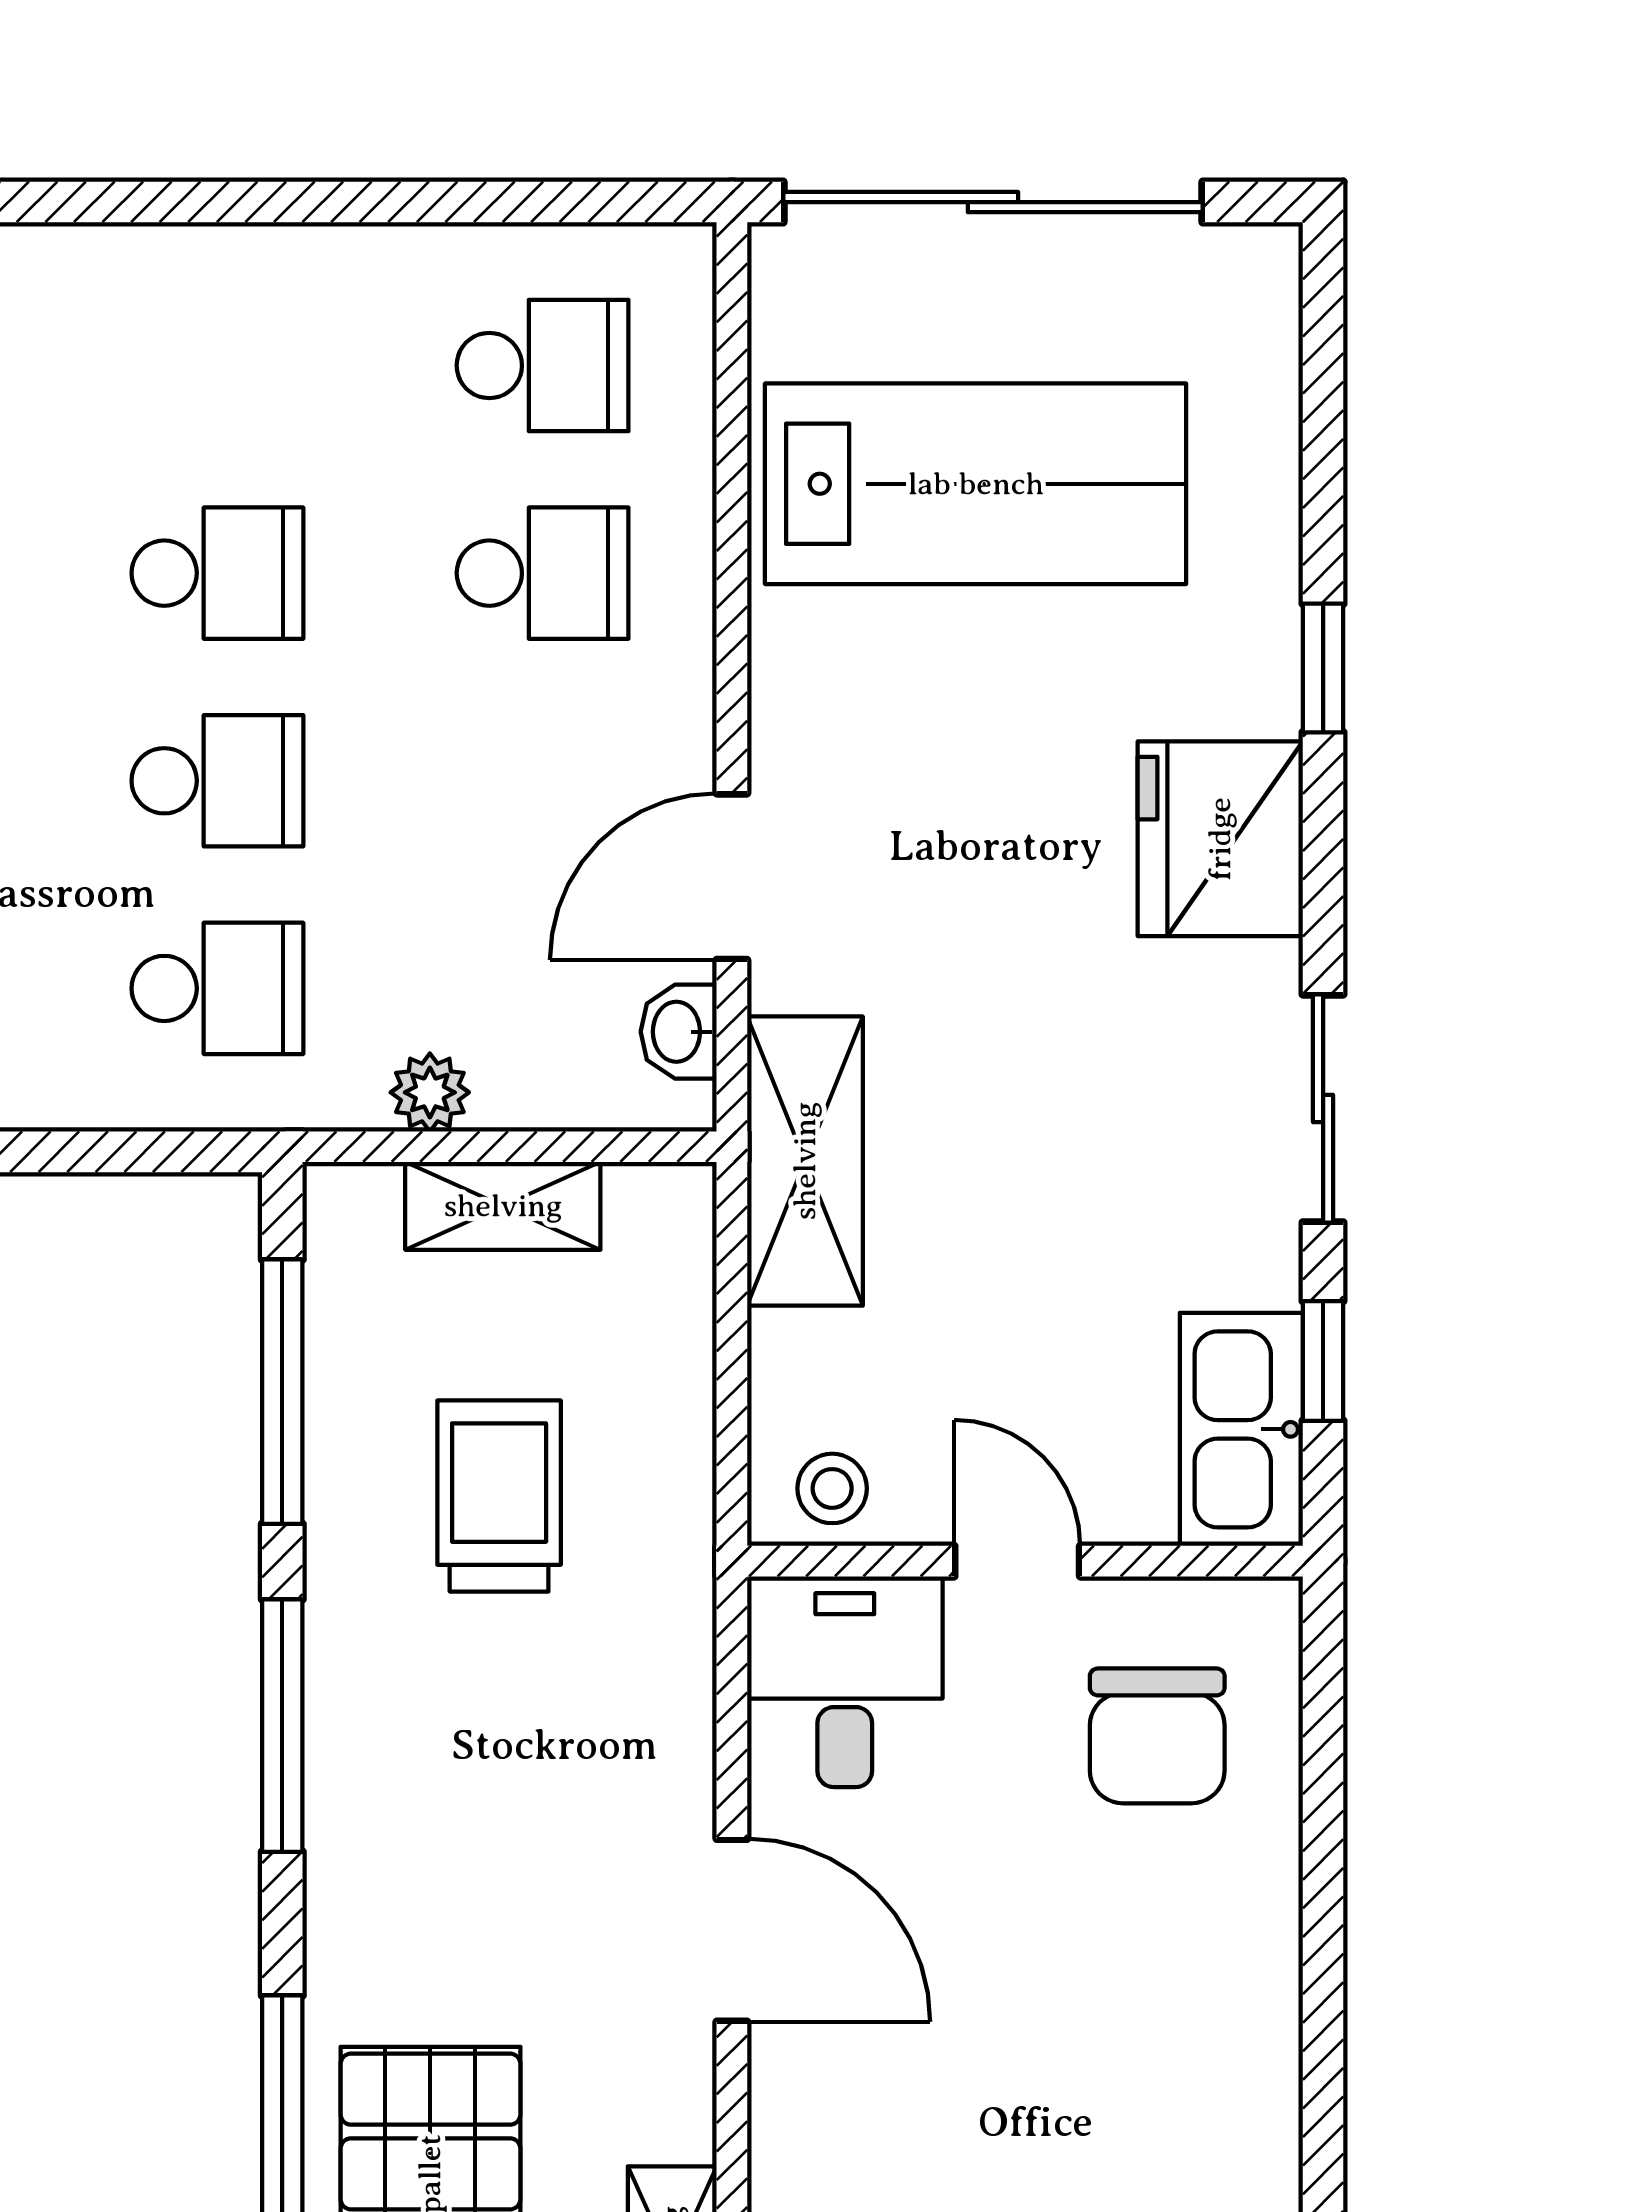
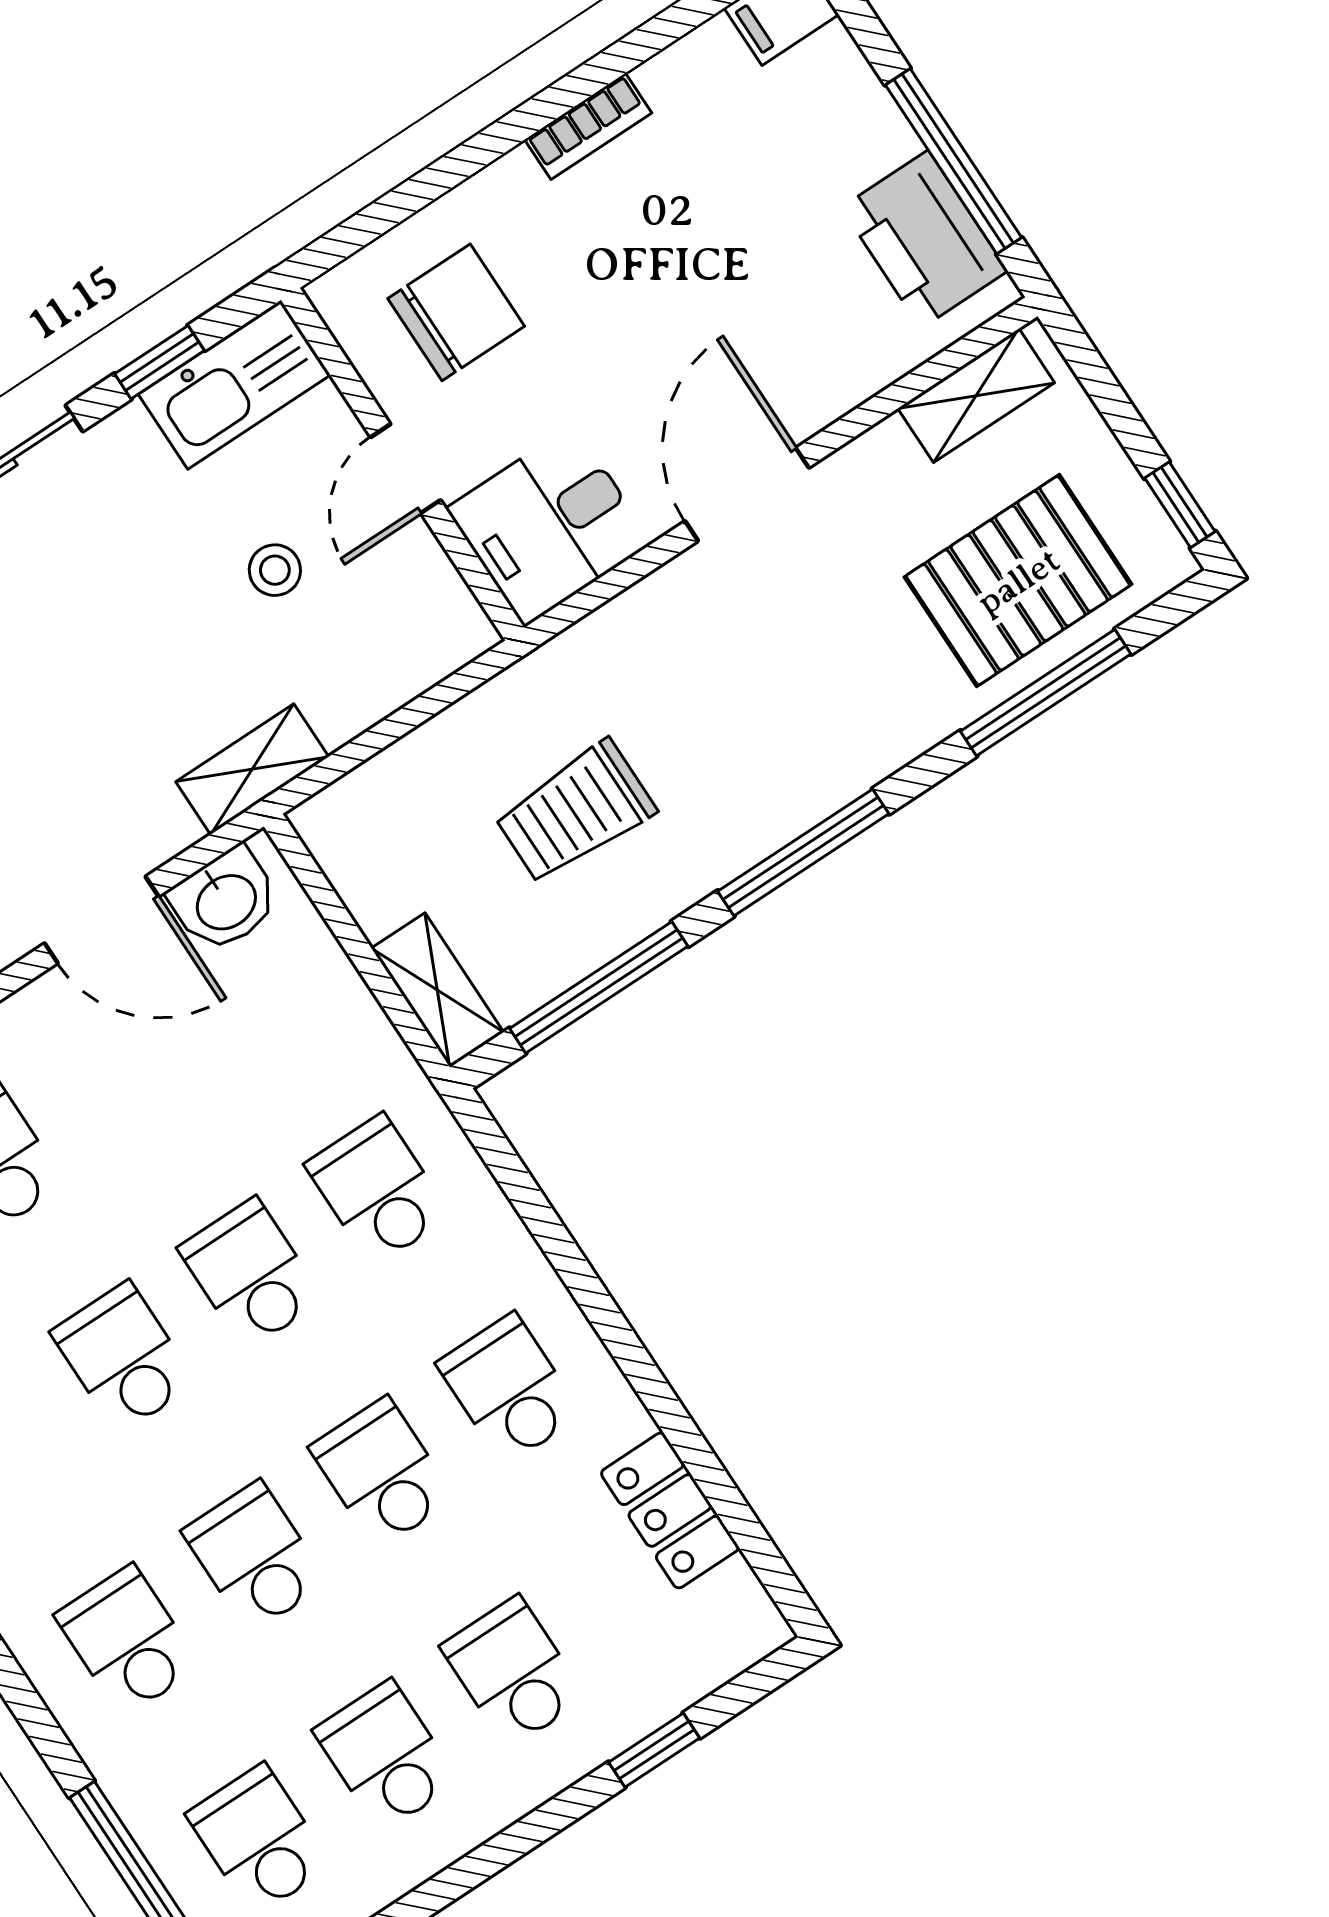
washbasin: (679, 1032) -> (225, 900), width x1.38, depth x1.45
plant: (430, 1092) -> (356, 1018), removed
shelving: (805, 1161) -> (252, 769), width x0.67, depth x0.75
shelving: (503, 1206) -> (437, 990), moved
stool: (832, 1488) -> (275, 570), moved
bookcase: (1270, 2026) -> (588, 126), added

